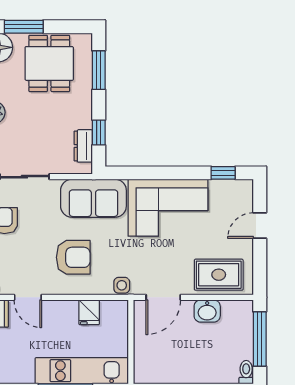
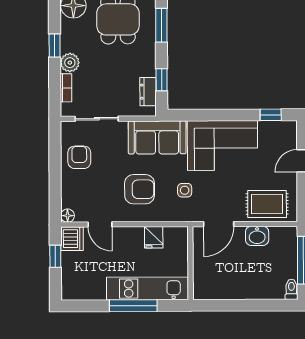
side table: (122, 285) -> (185, 190), moved

